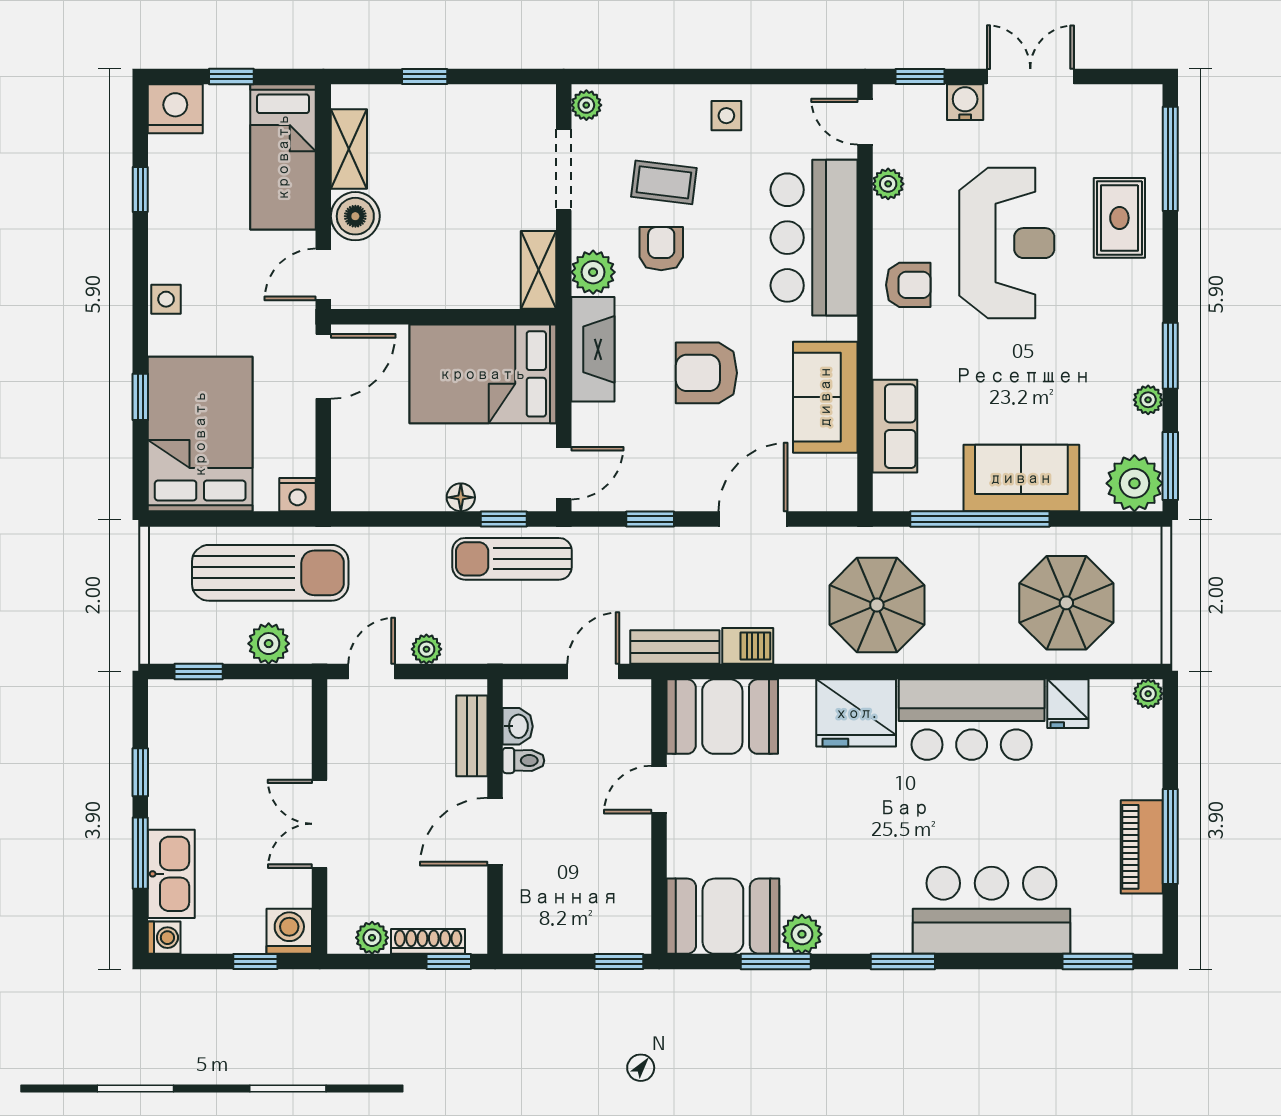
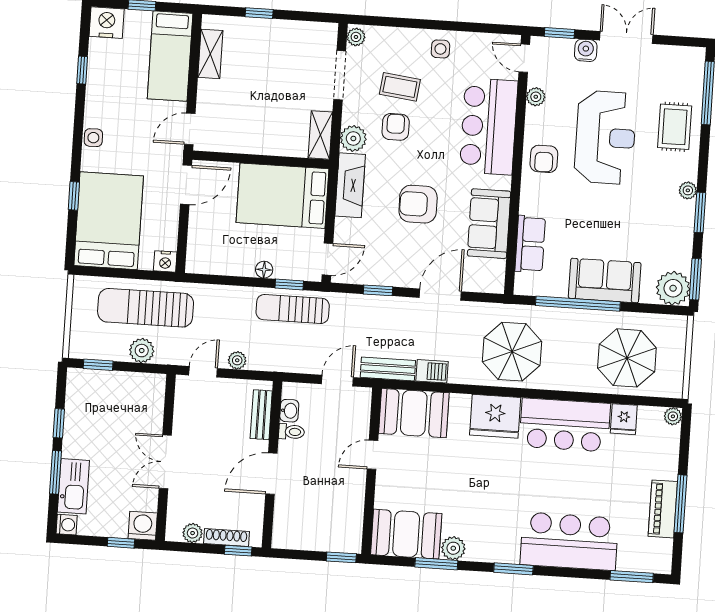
boiler: (355, 216) -> (211, 95), removed
armchair: (908, 285) -> (544, 159), turned 90
plant: (1148, 400) -> (688, 190), moved
sun lounger: (270, 573) -> (146, 308), turned 180

